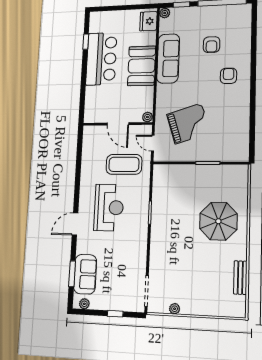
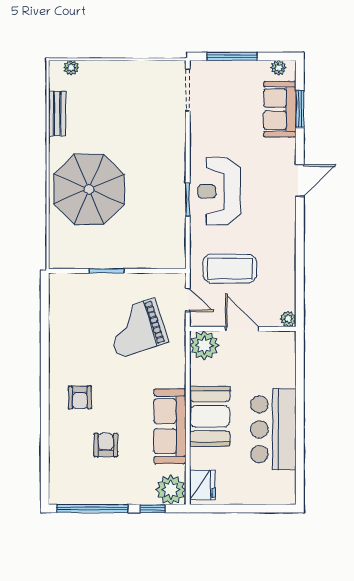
plant: (165, 13) -> (171, 490), width x1.88, depth x1.88
window: (86, 42) -> (300, 457), removed
plant: (147, 117) -> (204, 345), width x1.88, depth x1.88
plant: (88, 131) -> (288, 319), added
reception desk: (109, 208) -> (219, 191), moved
parasol: (218, 221) -> (89, 189), width x1.36, depth x1.36
plant: (175, 309) -> (71, 68), moved
window: (115, 314) -> (232, 56), width x2.17

